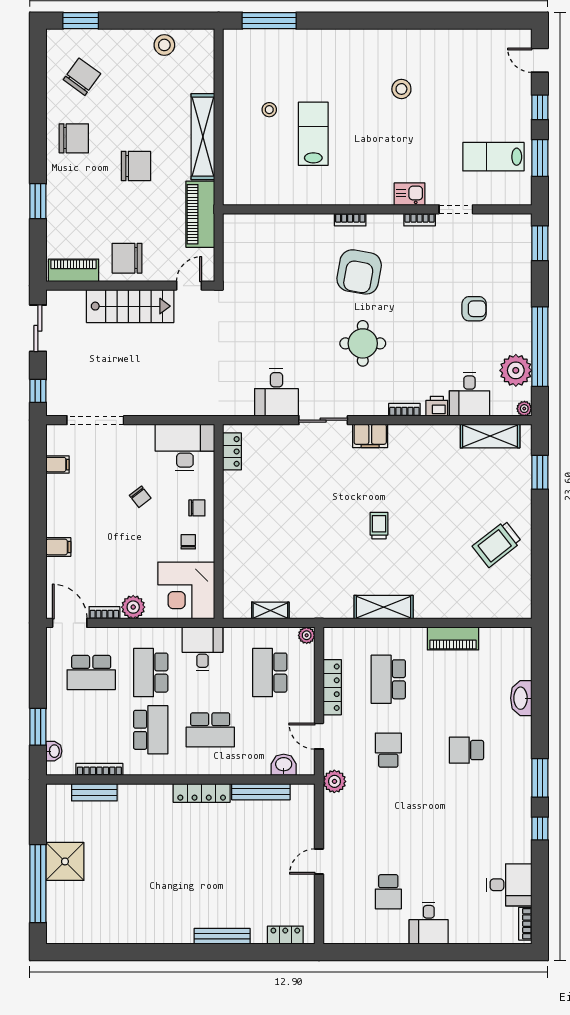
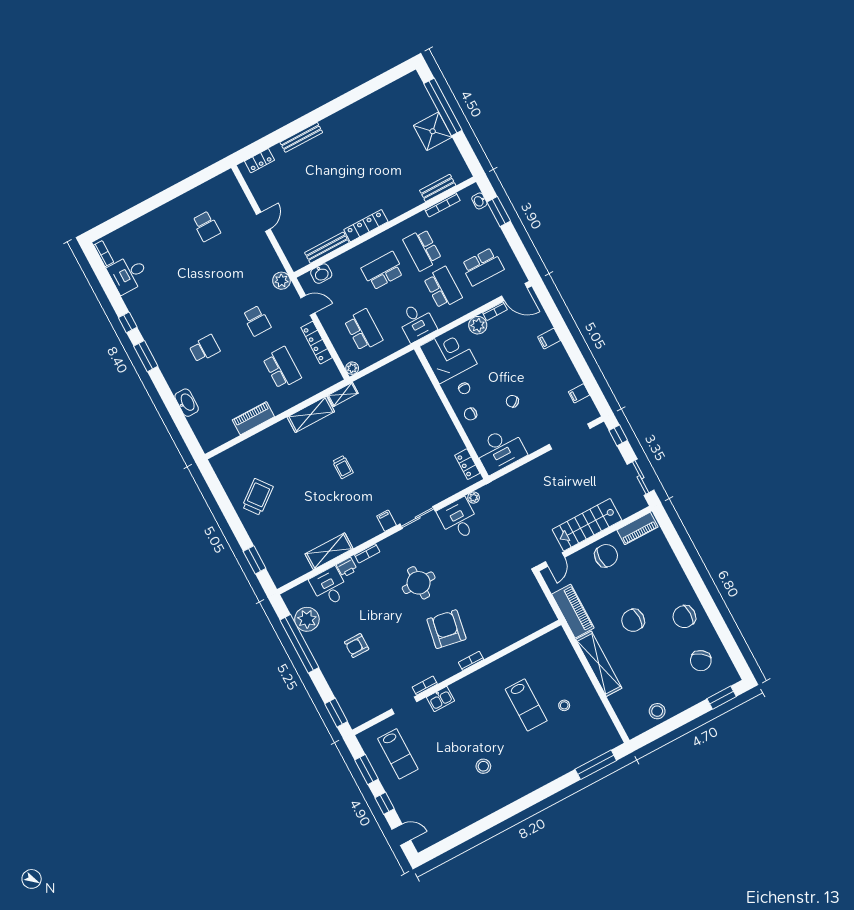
lab bench: (493, 157) -> (398, 754), turned 90
window: (38, 201) -> (686, 562), removed
plant: (524, 409) -> (474, 498), moved
filing cabinet: (370, 436) -> (387, 521), width x0.50
shelving: (490, 436) -> (329, 551), moved
shelving: (270, 610) -> (343, 394), moved
school desk: (91, 673) -> (482, 267), turned 180
school desk: (388, 892) -> (206, 226), turned 180
desk: (429, 923) -> (168, 220), removed

